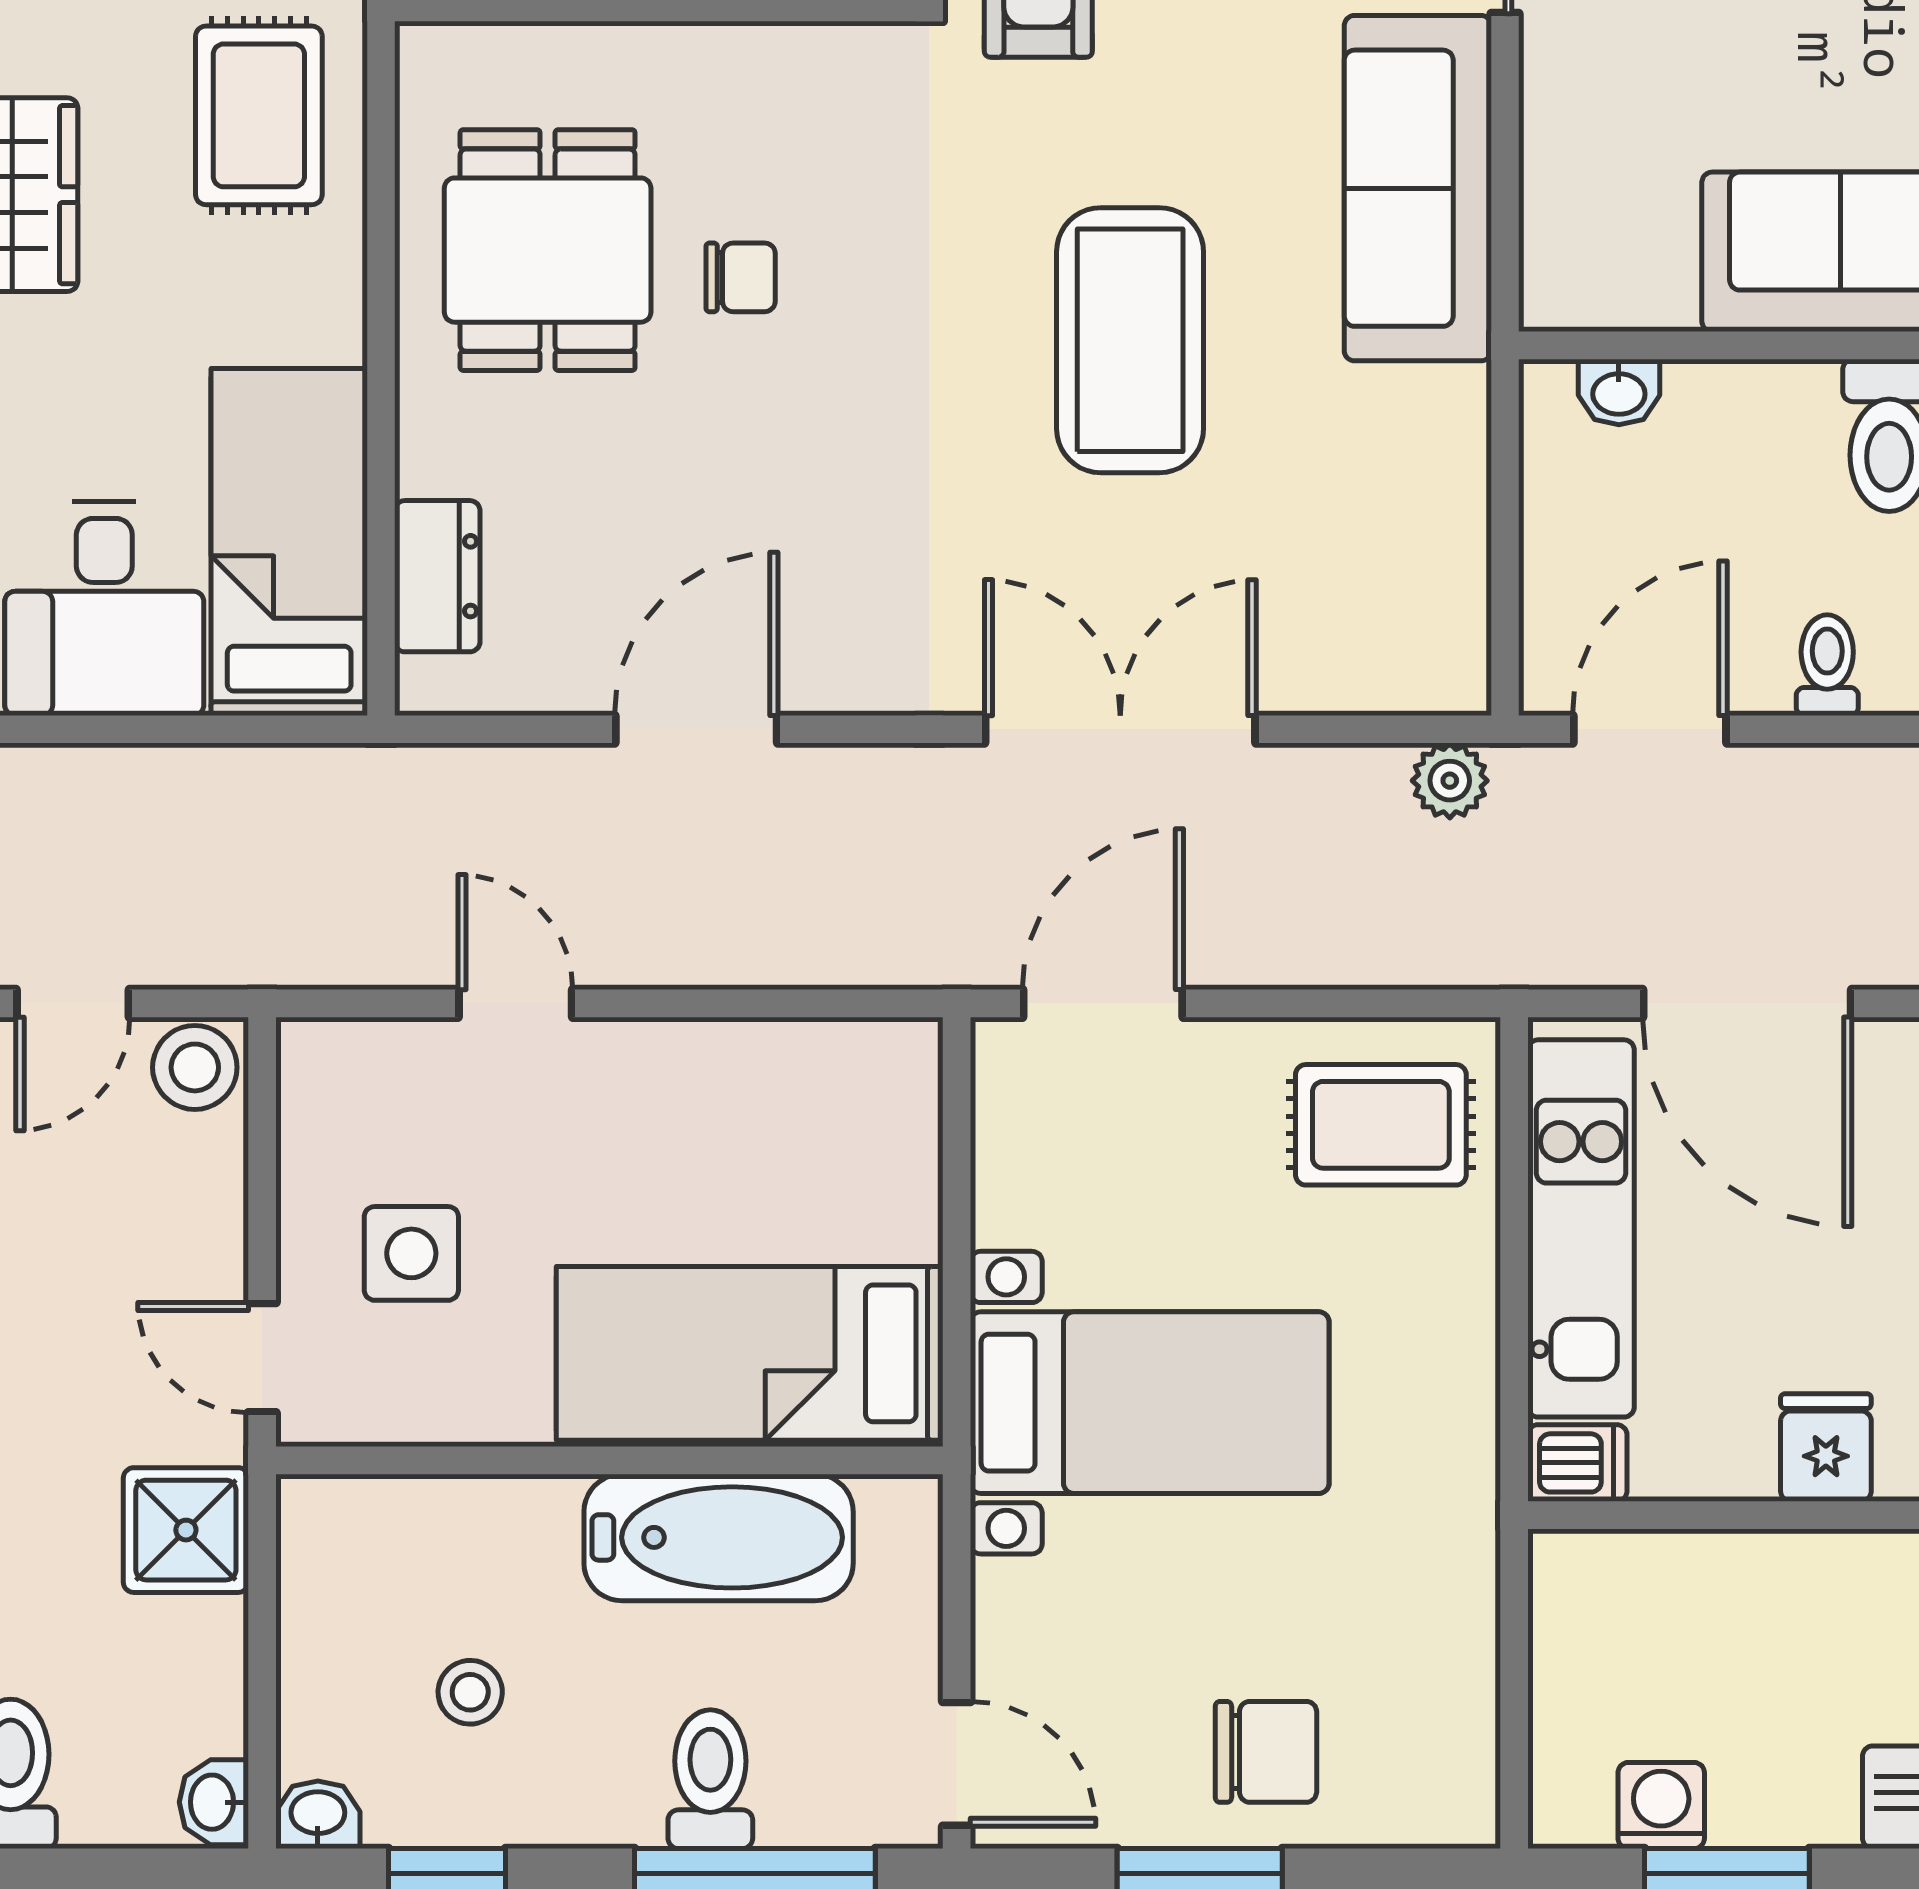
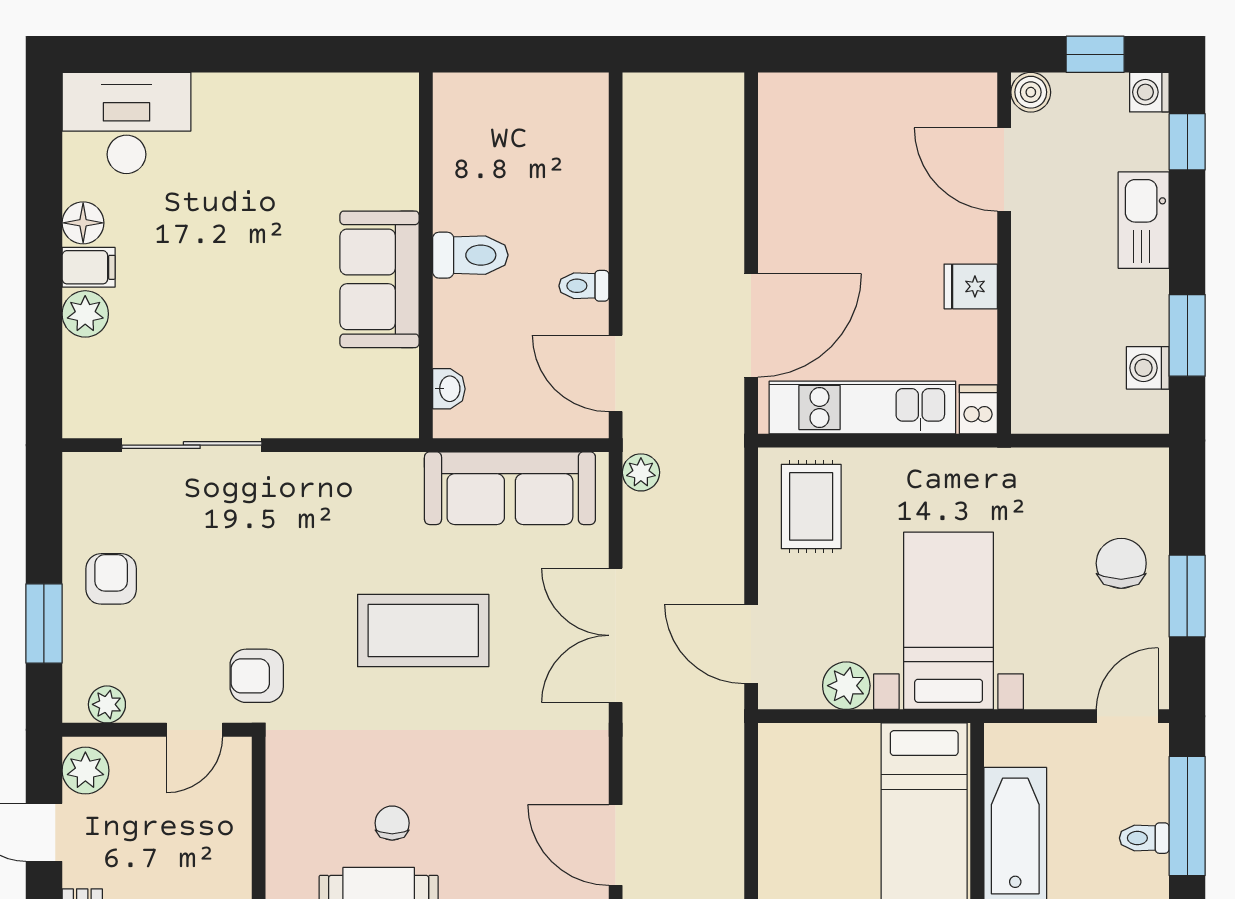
sofa: (1418, 188) -> (510, 488), moved
plant: (1018, 1196) -> (846, 686), added
toilet: (710, 1779) -> (1144, 838), width x0.73, depth x0.72

